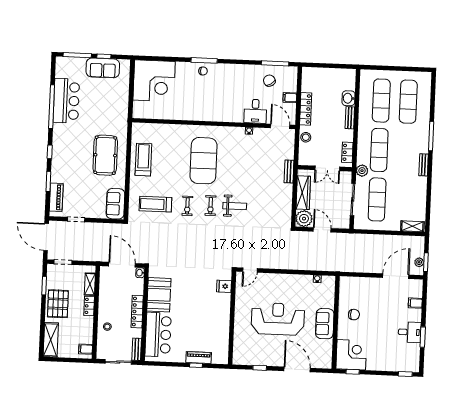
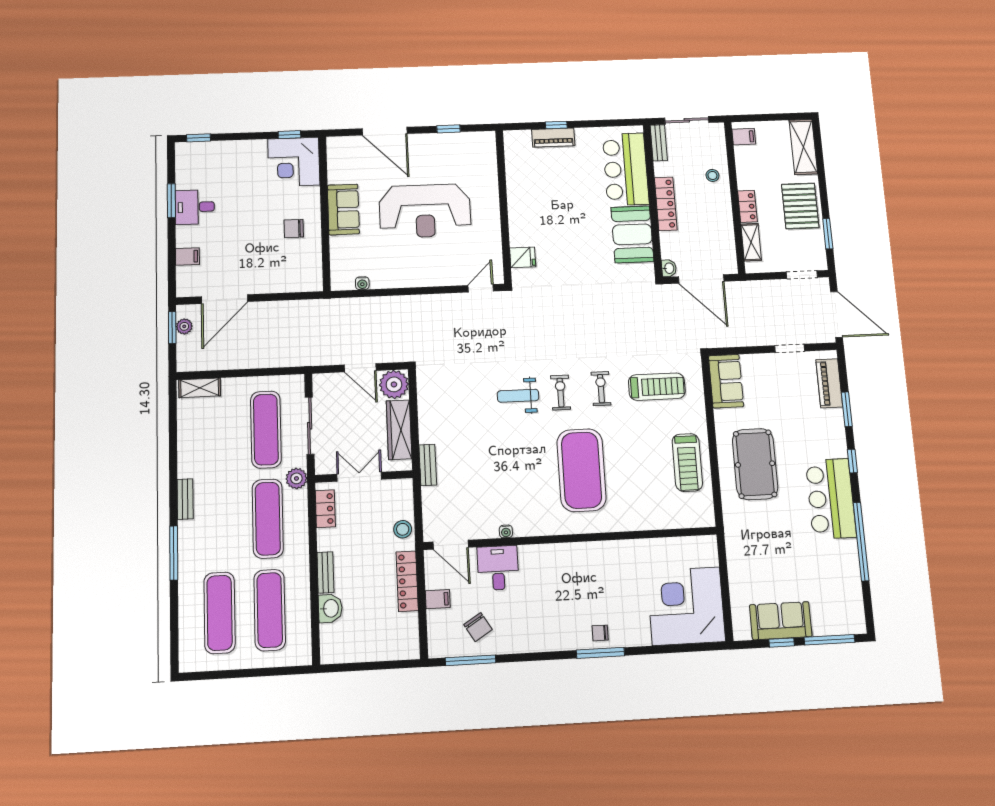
bar counter: (66, 101) -> (831, 499), moved

